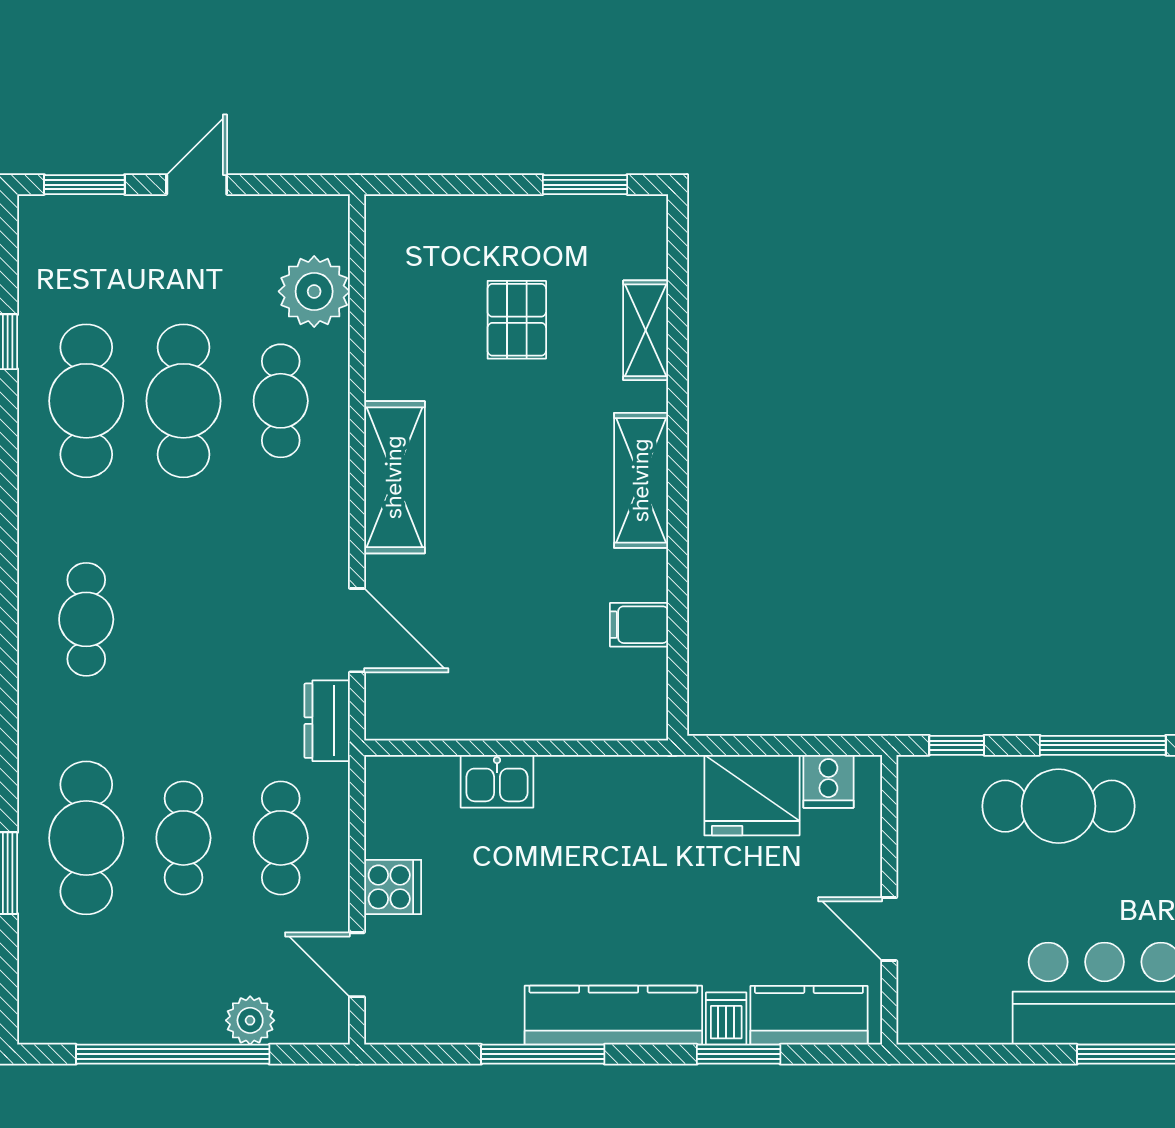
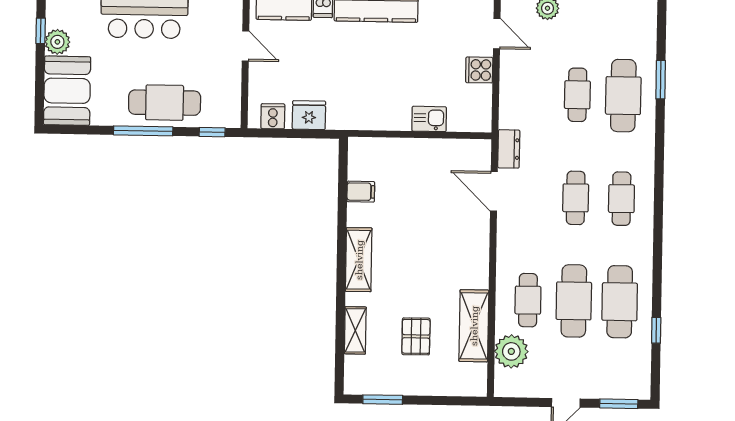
shelving: (394, 477) -> (474, 326), moved
fridge: (752, 795) -> (309, 115), width x0.73, depth x0.75
cafe table: (281, 838) -> (576, 198), moved

